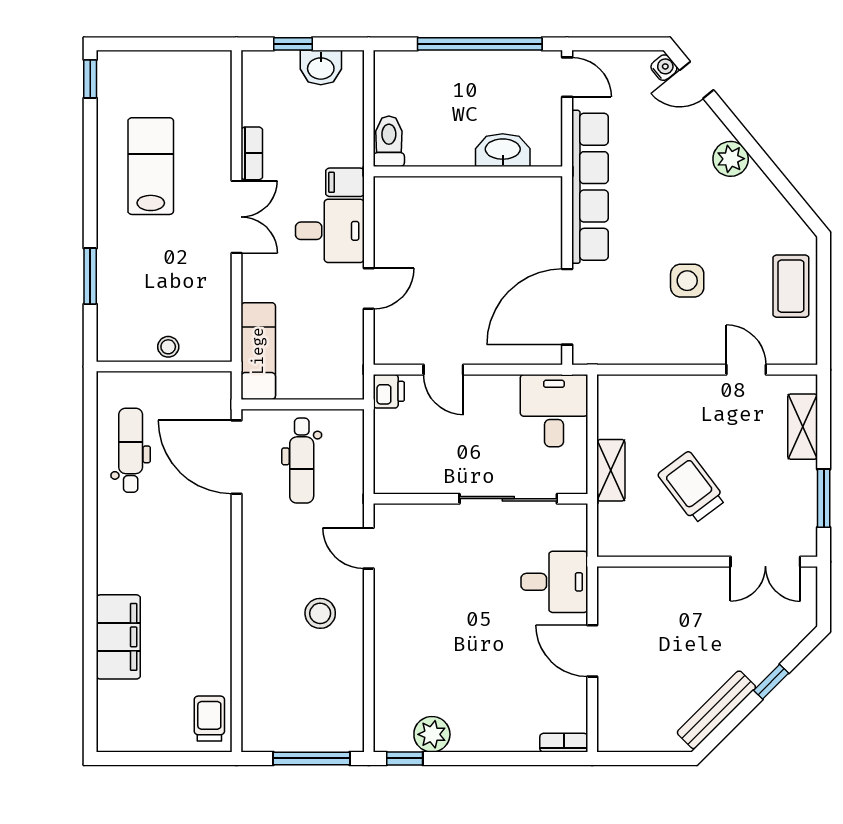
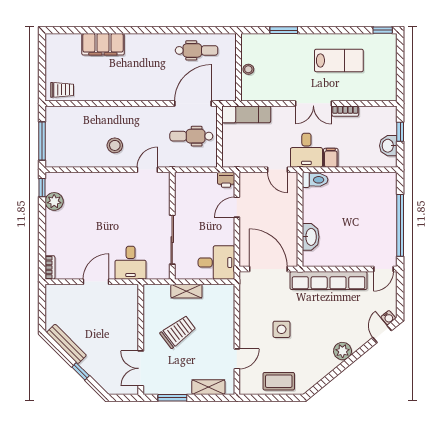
toilet: (389, 141) -> (315, 180), moved
washbasin: (503, 150) -> (311, 237), moved
wall: (468, 171) -> (300, 219), moved

